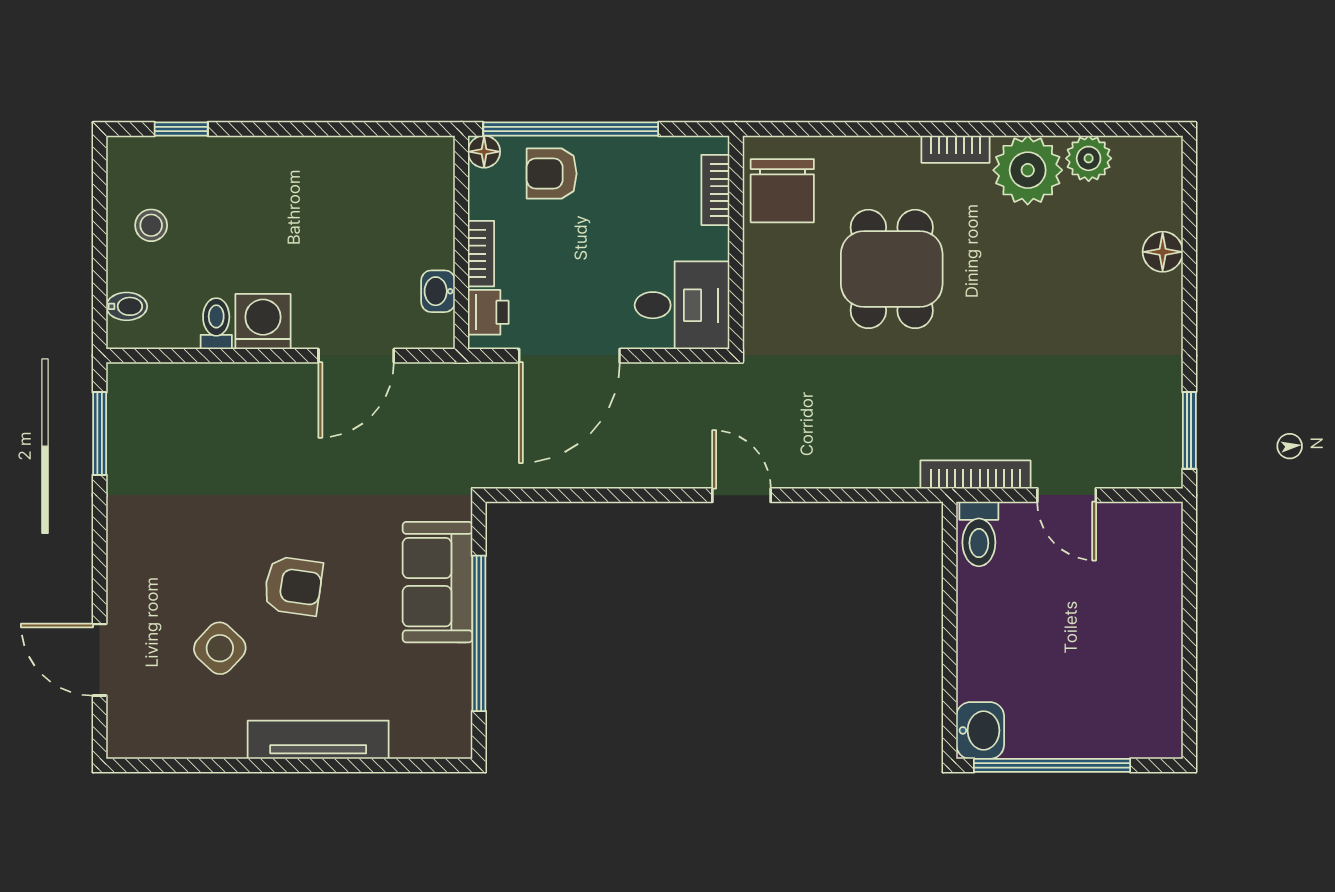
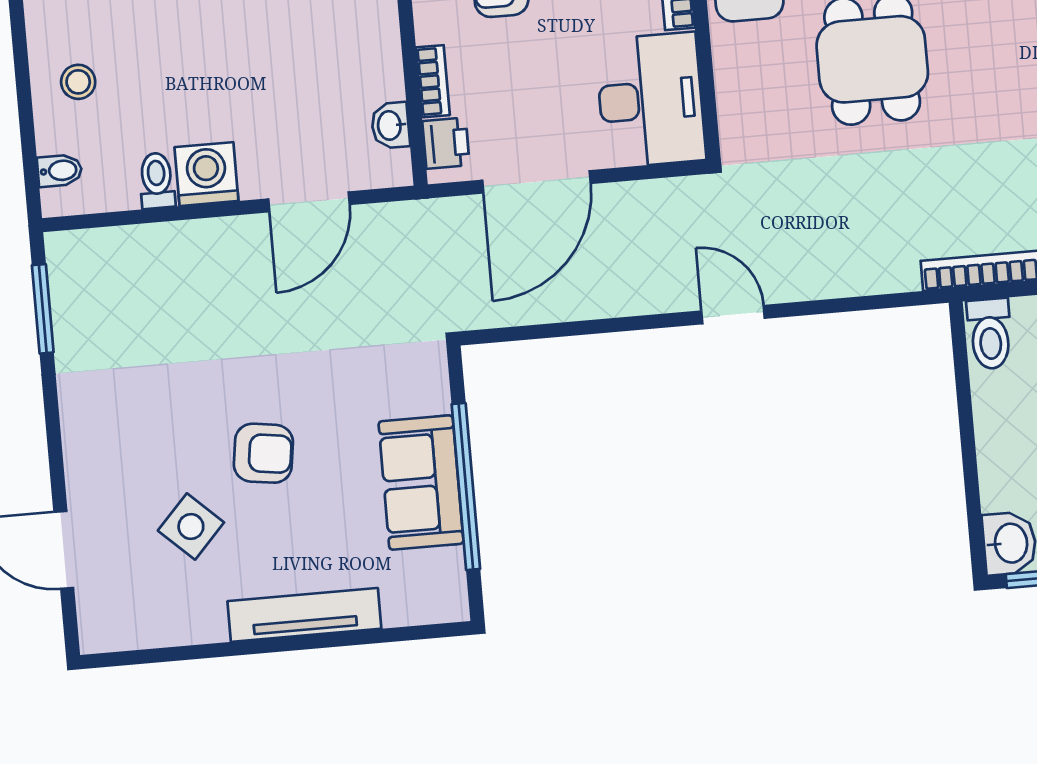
desk: (682, 305) -> (650, 100), width x1.37
sofa: (437, 582) -> (421, 483), moved

